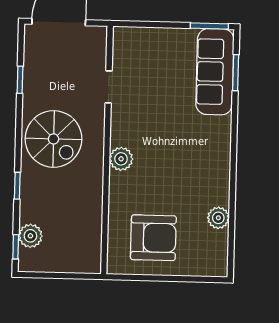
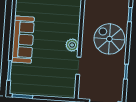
sofa: (215, 72) -> (23, 40), moved
plant: (121, 159) -> (72, 45), moved

